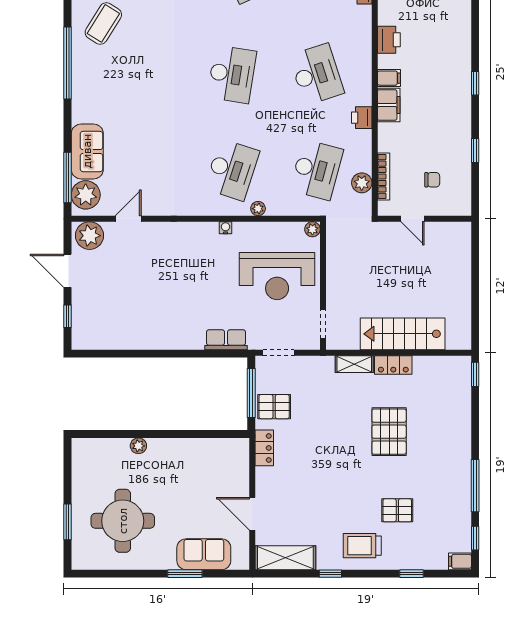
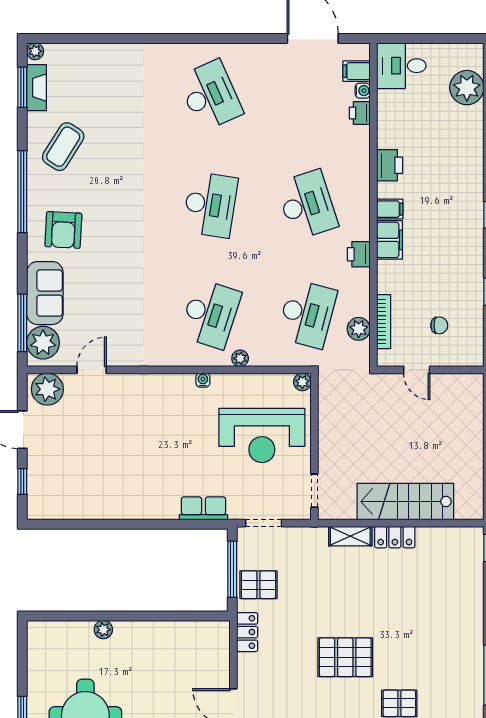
armchair: (103, 96) -> (63, 230), added
pallet: (389, 432) -> (345, 657), moved, turned 90

